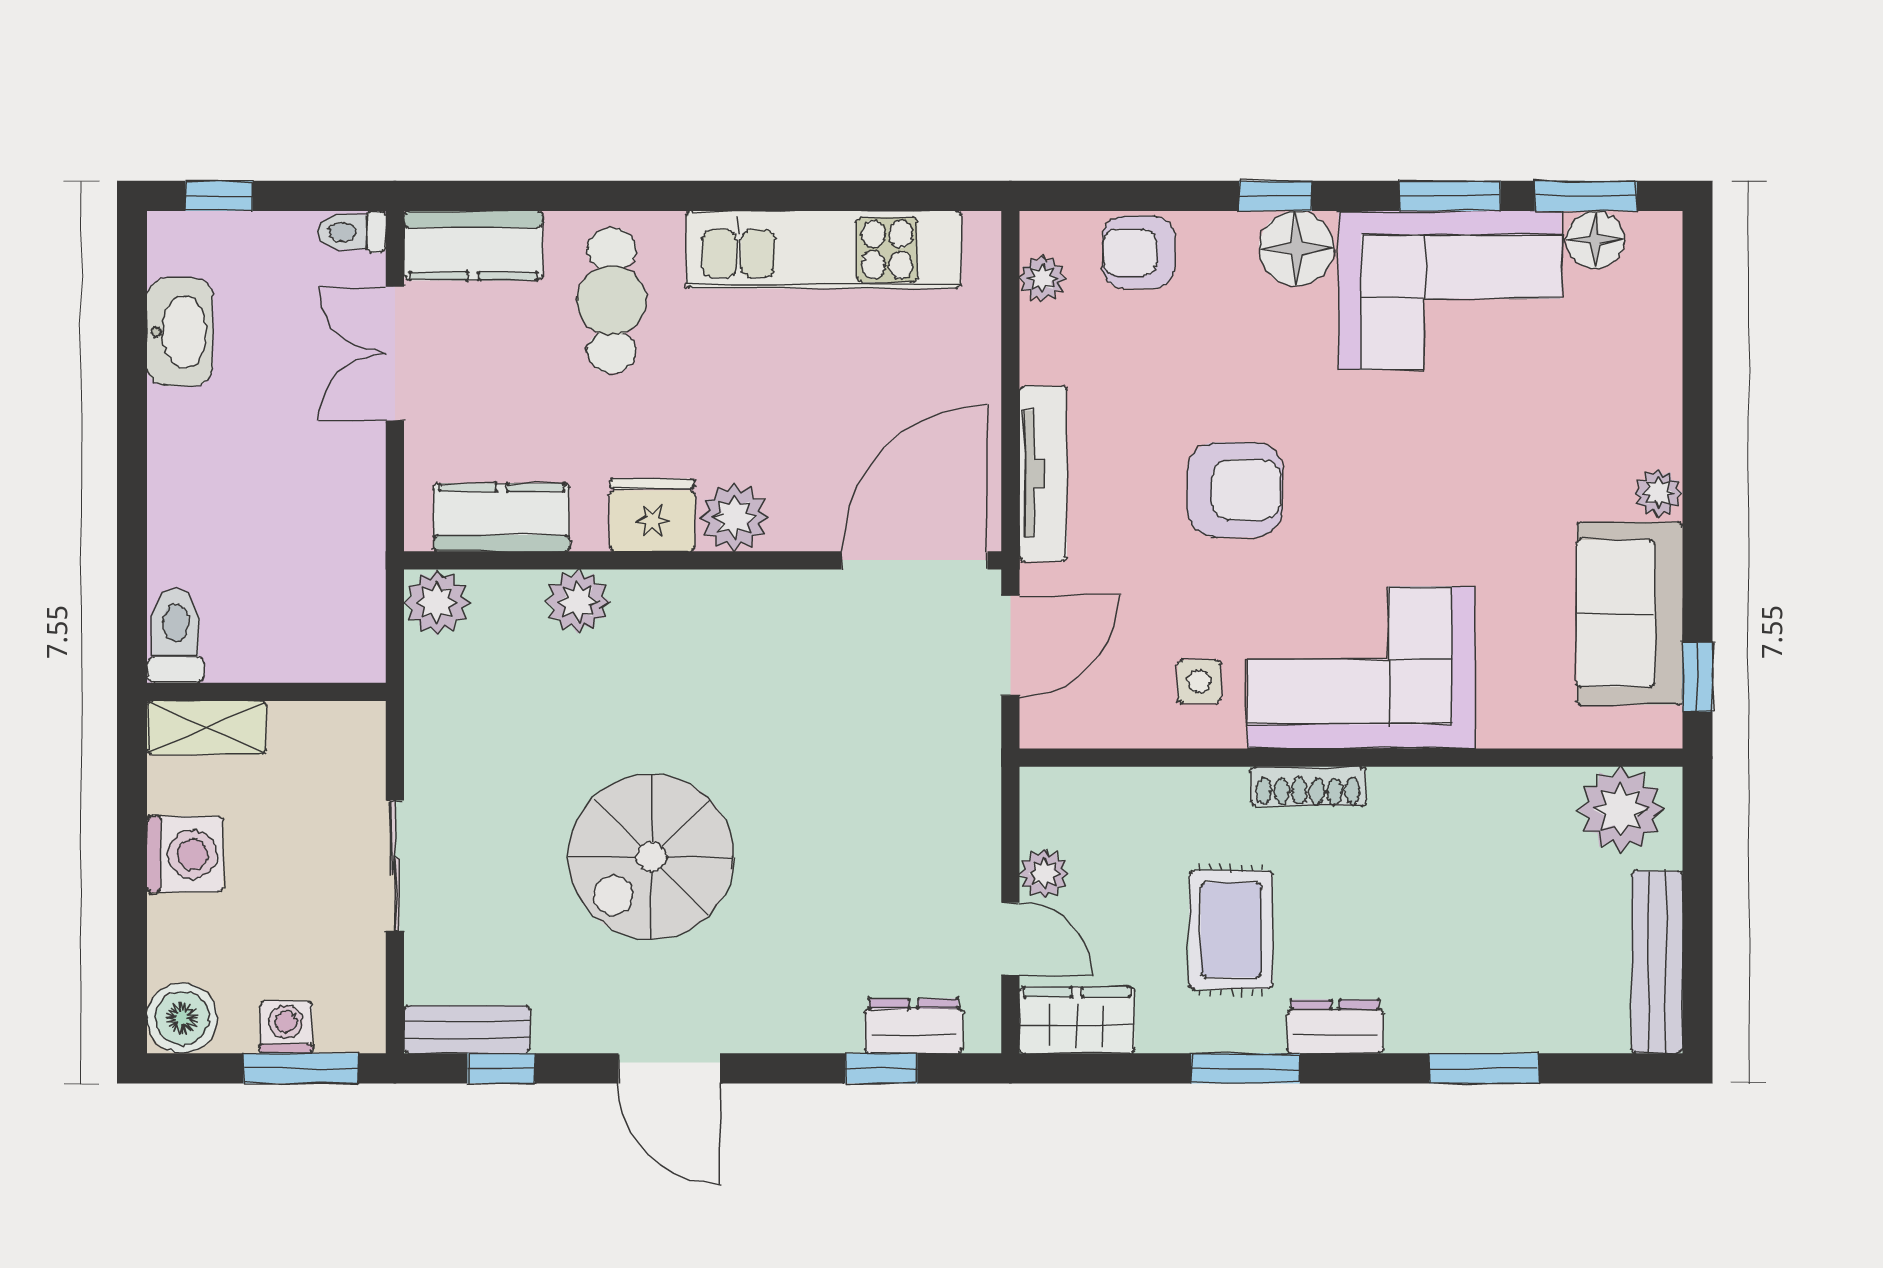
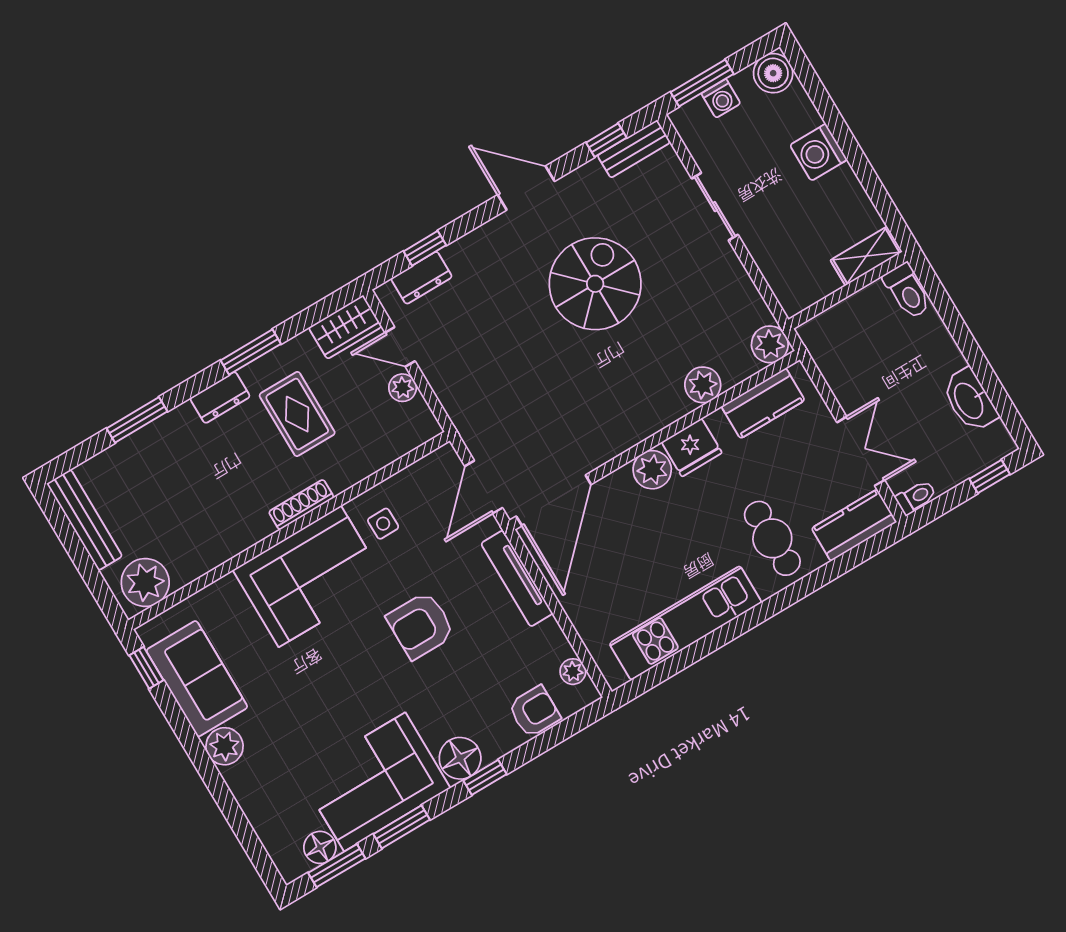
plant: (1658, 493) -> (225, 746), width x1.38, depth x1.38
toilet: (176, 636) -> (907, 291), moved
wall: (266, 692) -> (848, 290), moved
shelving: (206, 728) -> (866, 256), moved

